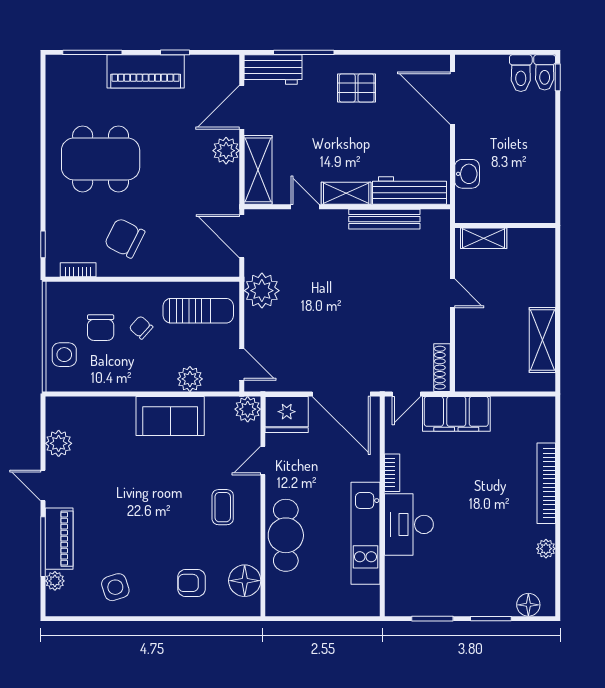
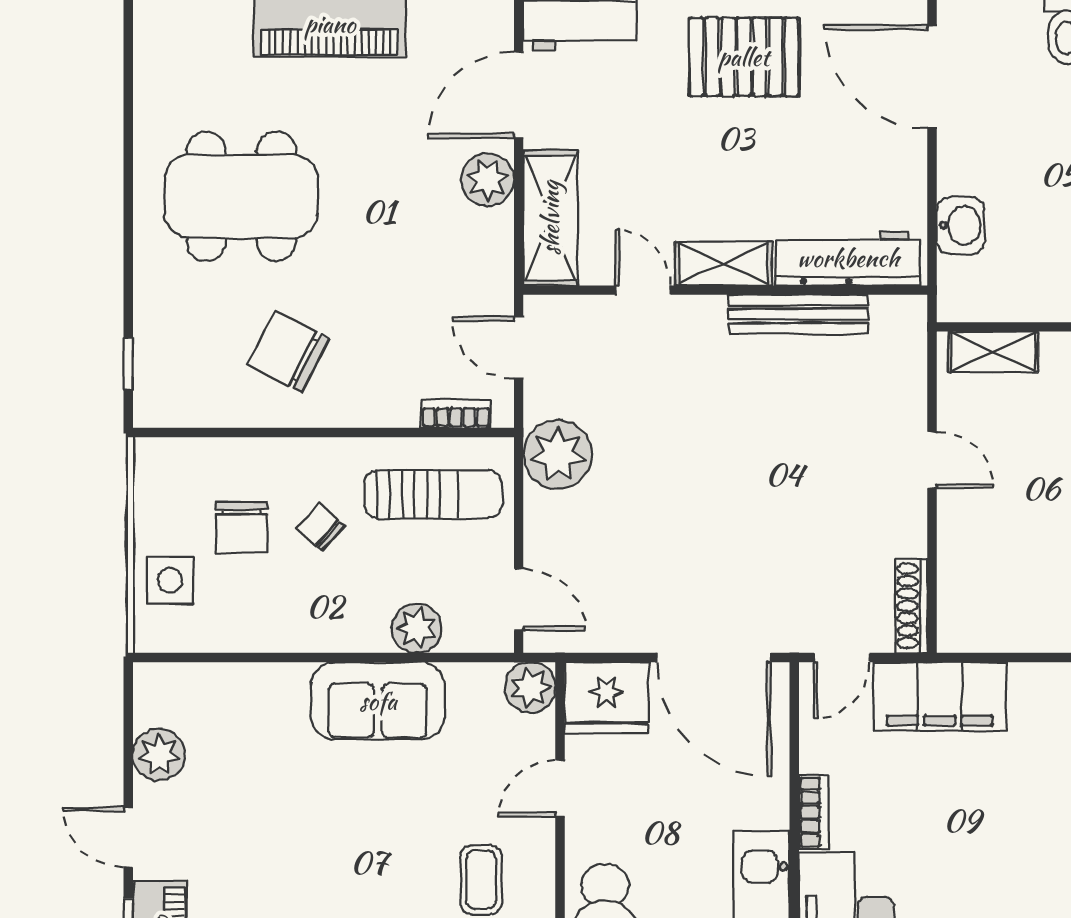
pallet: (357, 88) -> (744, 57), width x1.50, depth x1.42
door: (242, 236) -> (519, 348), width x0.73
bookcase: (78, 270) -> (456, 414), moved

